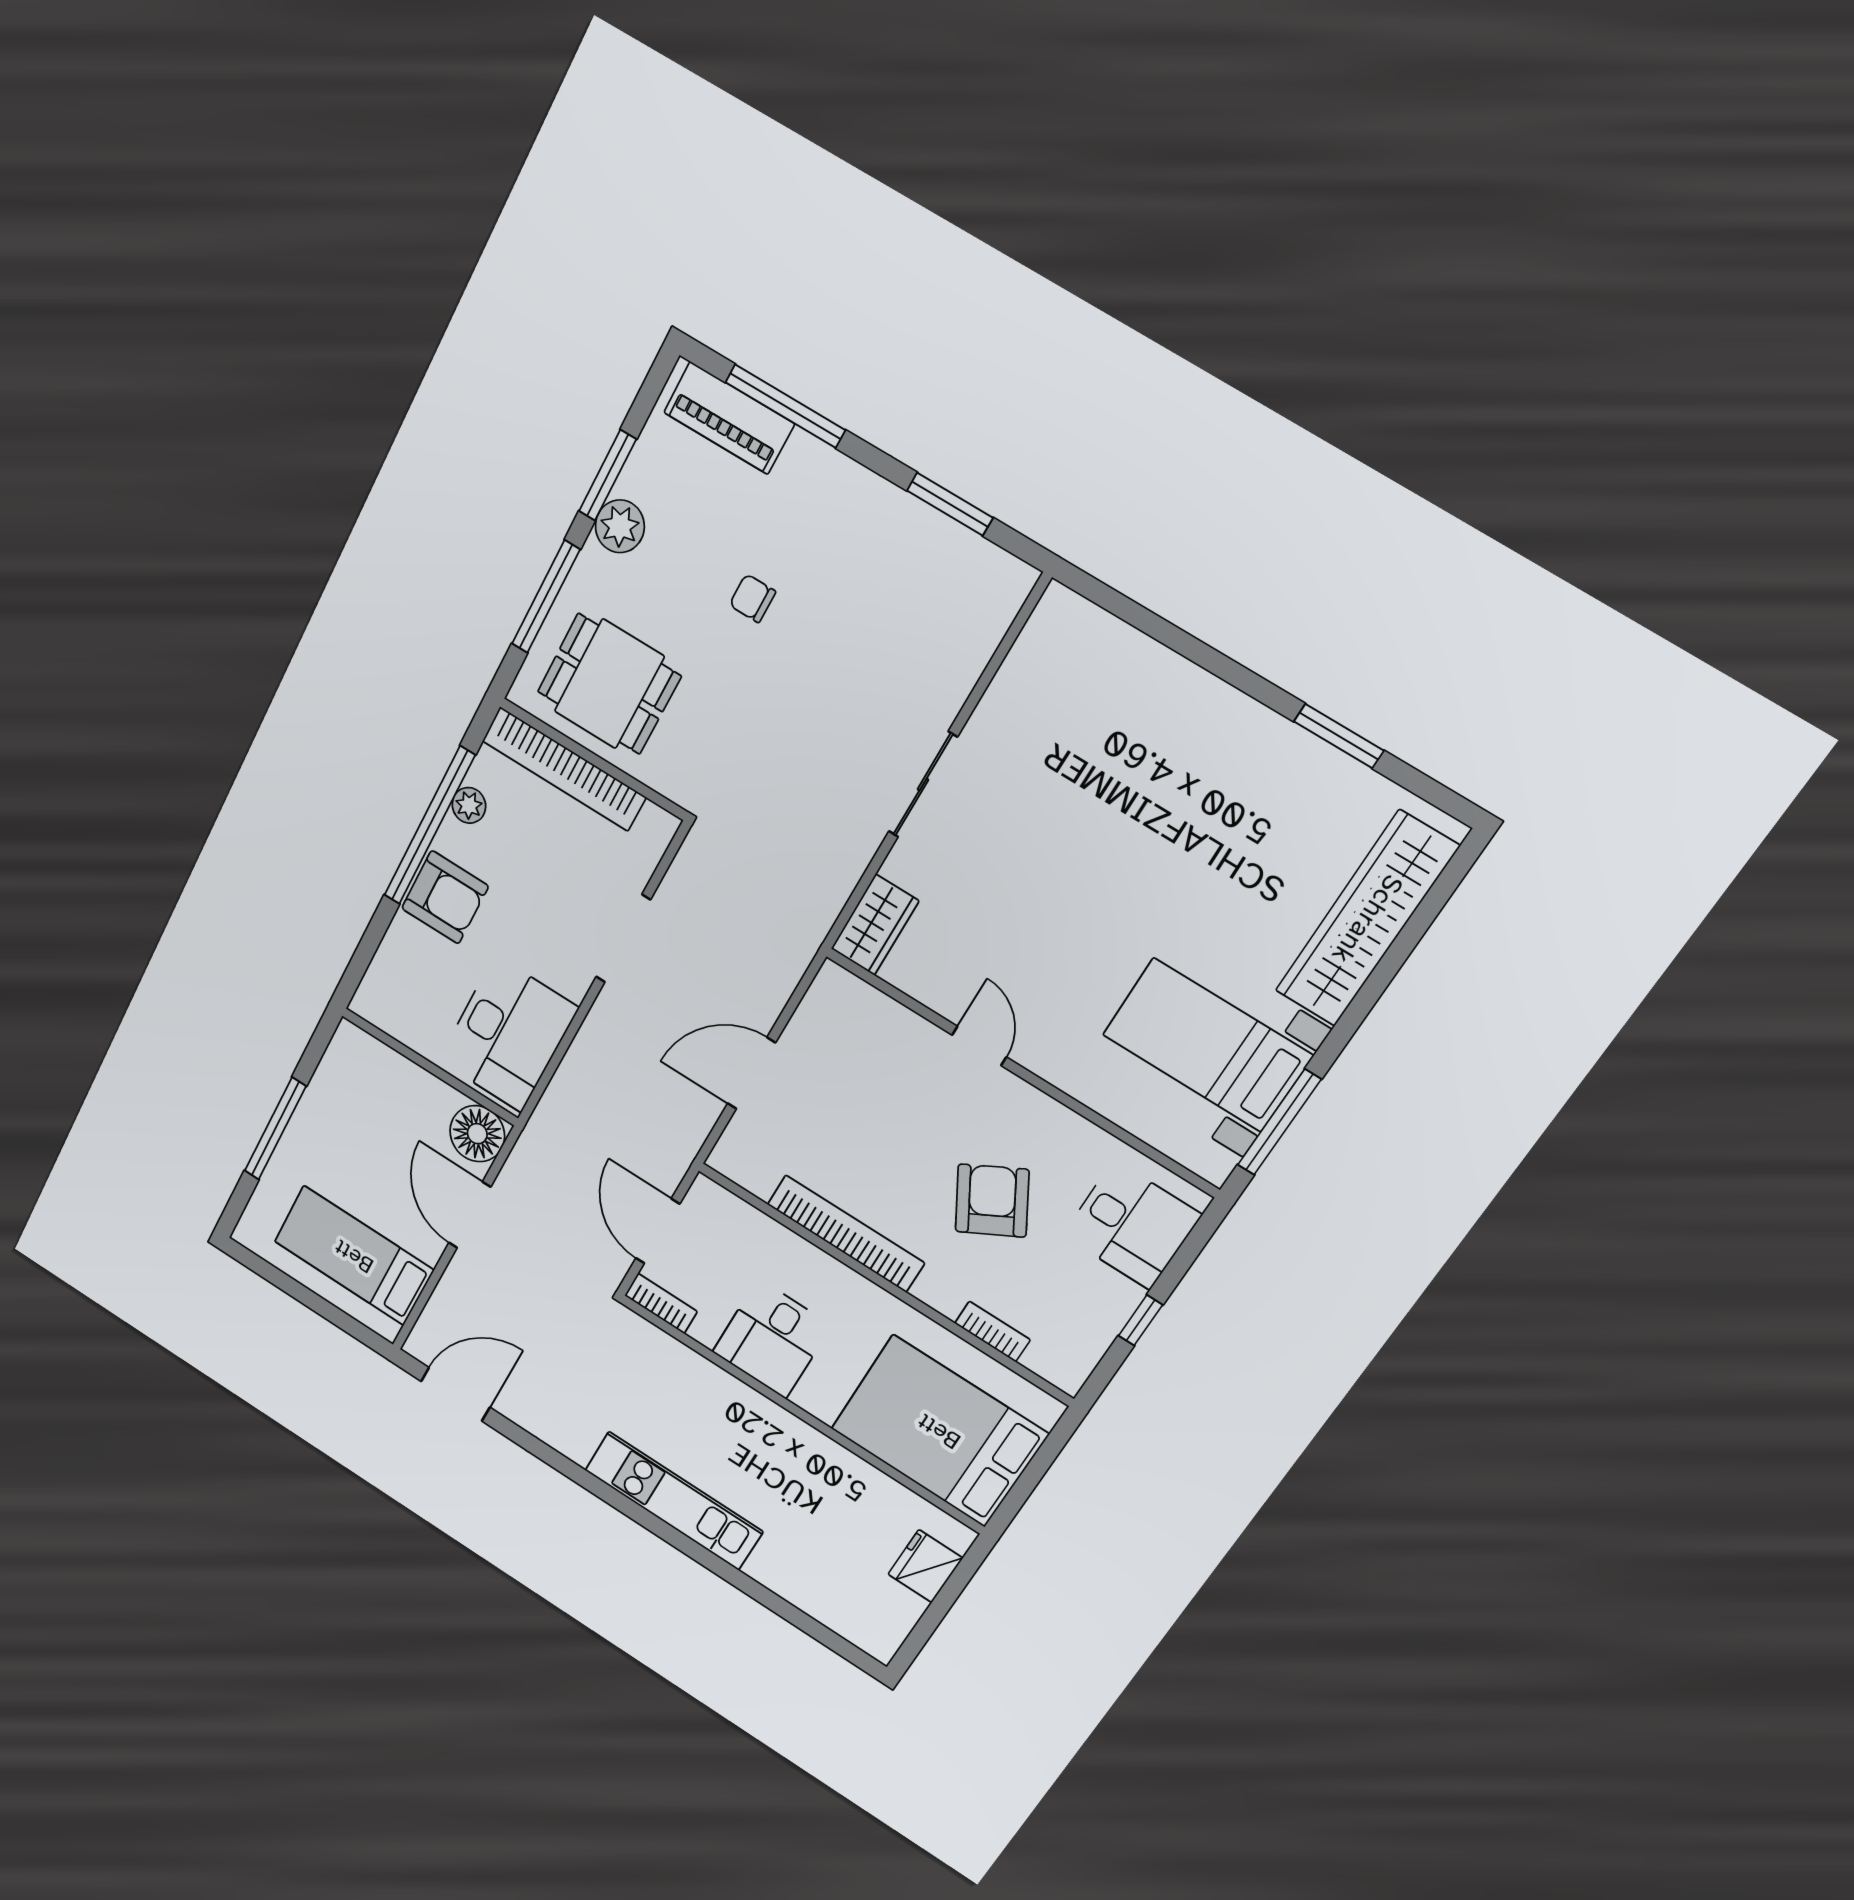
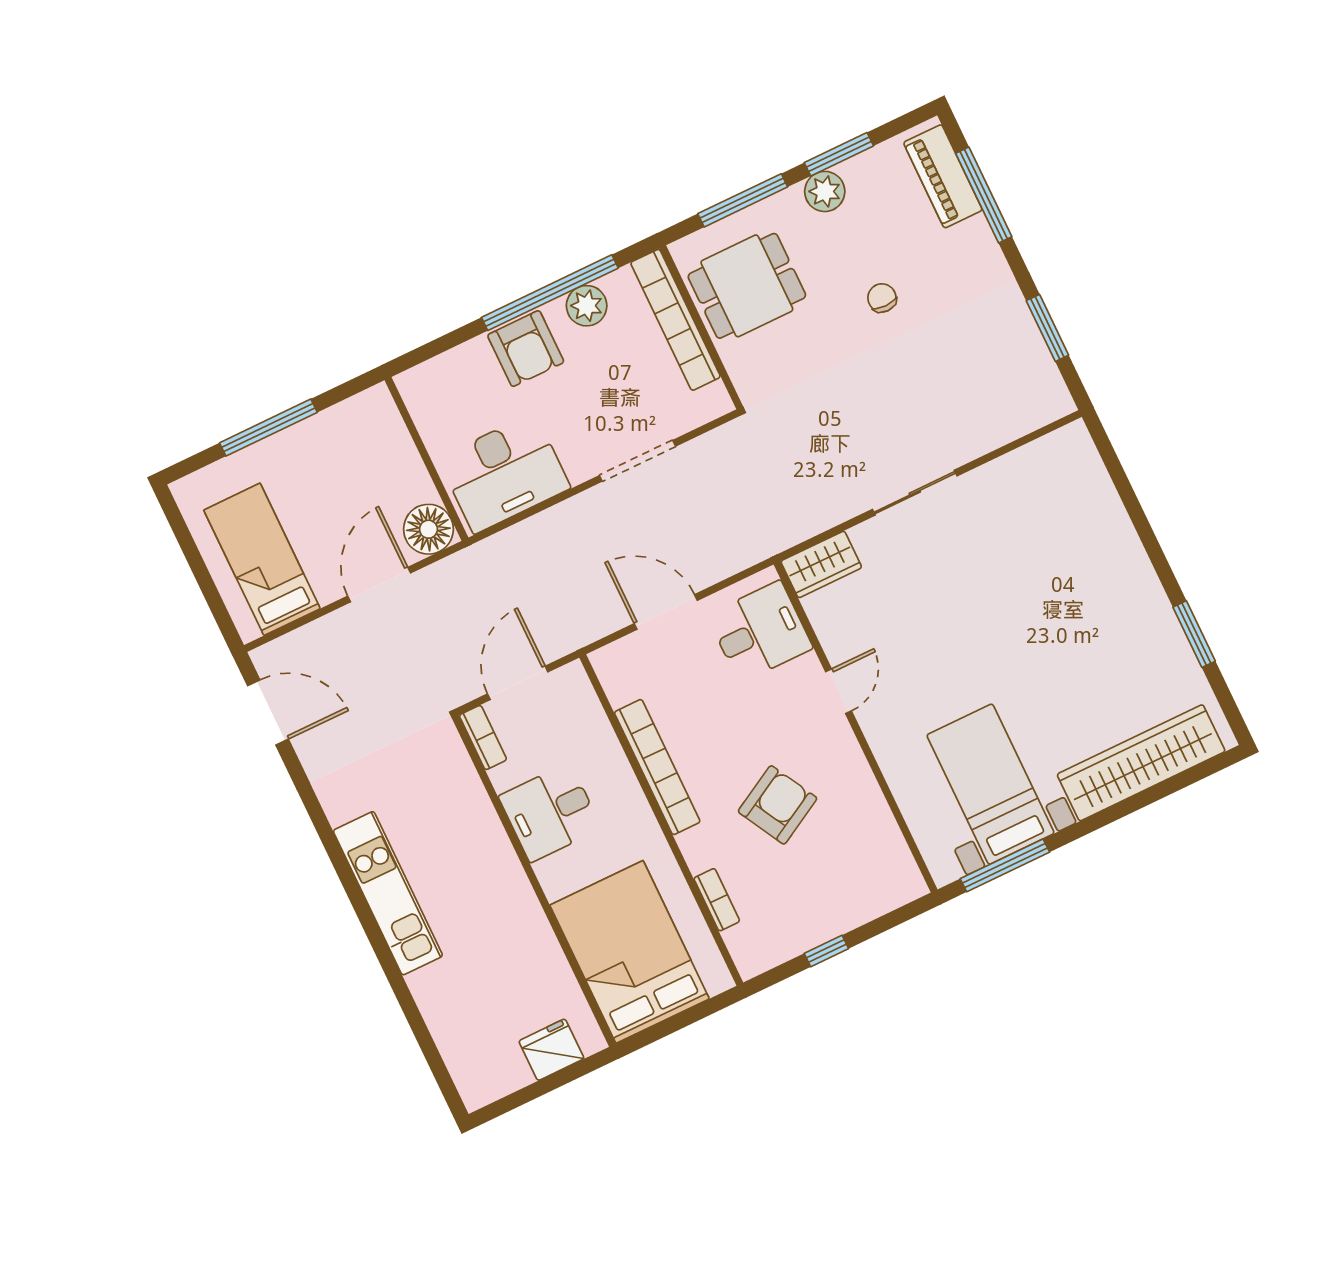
dining table: (609, 684) -> (747, 286), turned 90
plant: (469, 805) -> (587, 306), width x1.38, depth x1.38
desk: (1132, 1225) -> (760, 632), moved, turned -90

